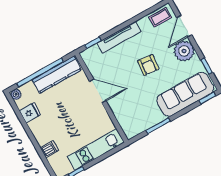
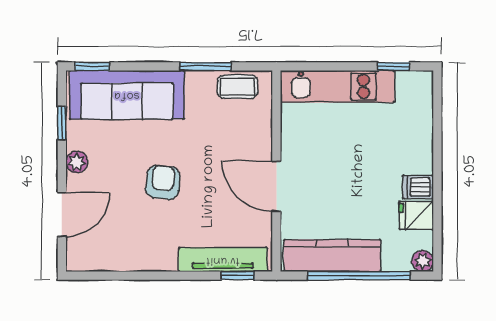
coffee table: (160, 17) -> (237, 87), moved
tv unit: (119, 37) -> (223, 260), moved
plant: (184, 51) -> (77, 162), width x0.53, depth x0.53
dishwasher: (49, 149) -> (418, 187), moved

